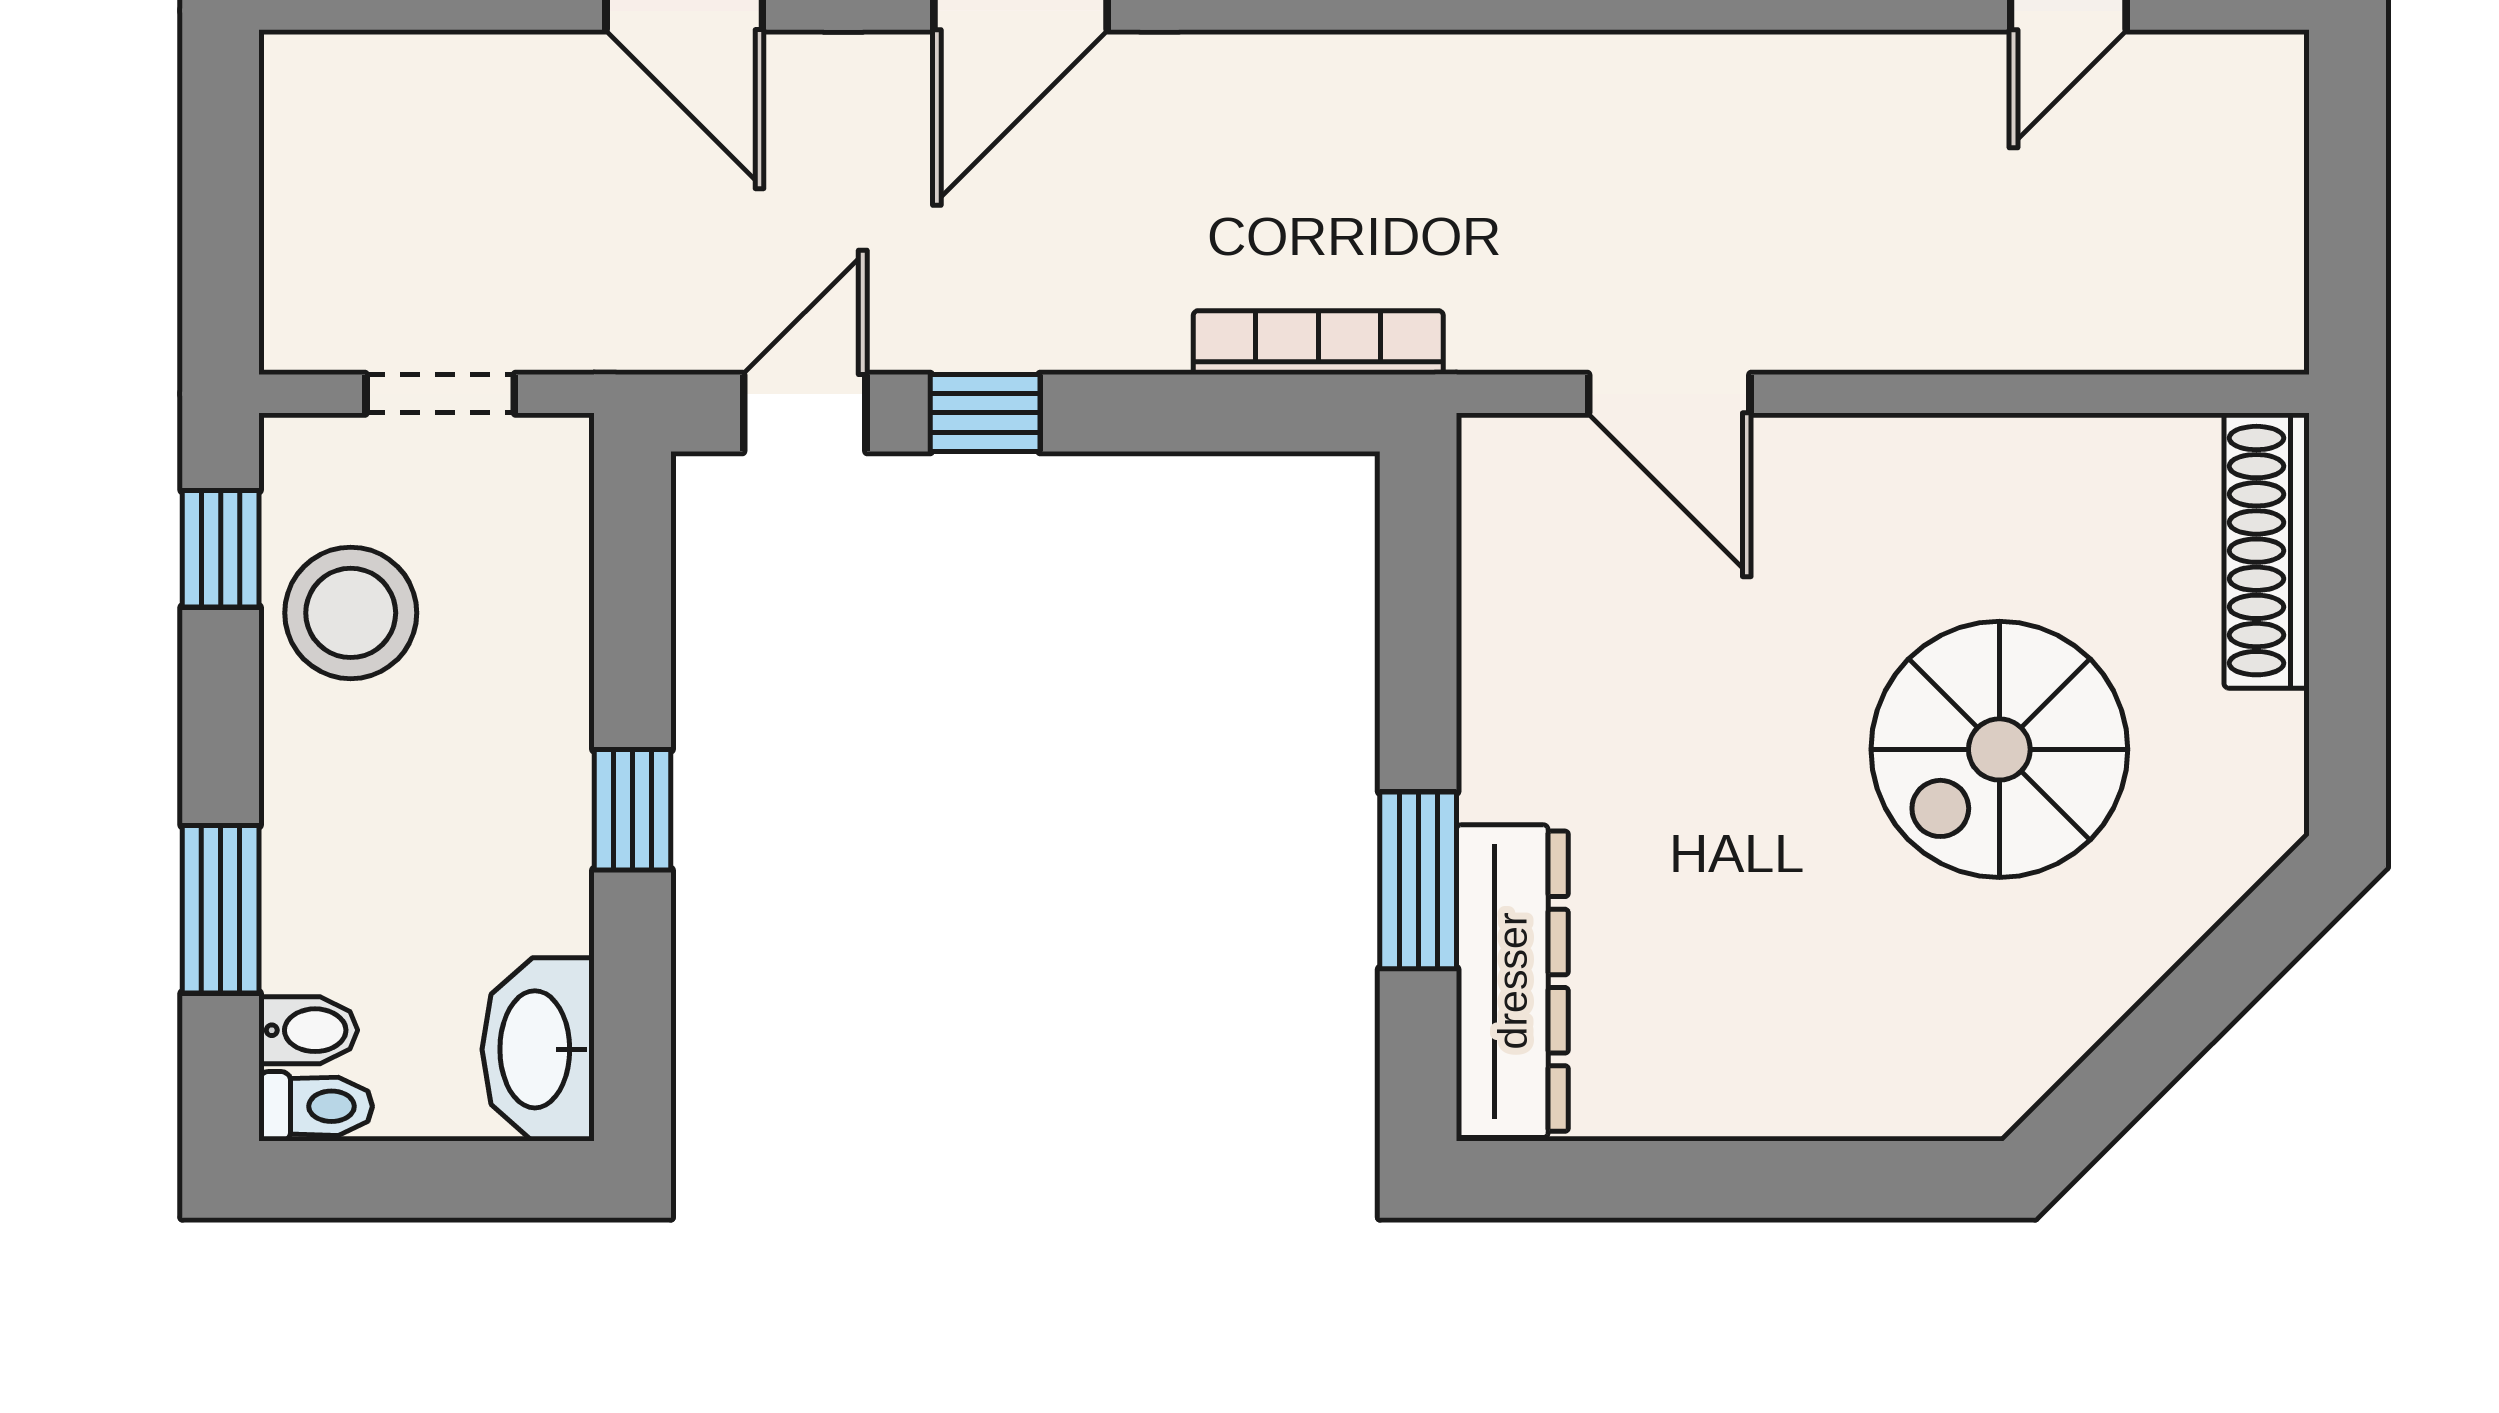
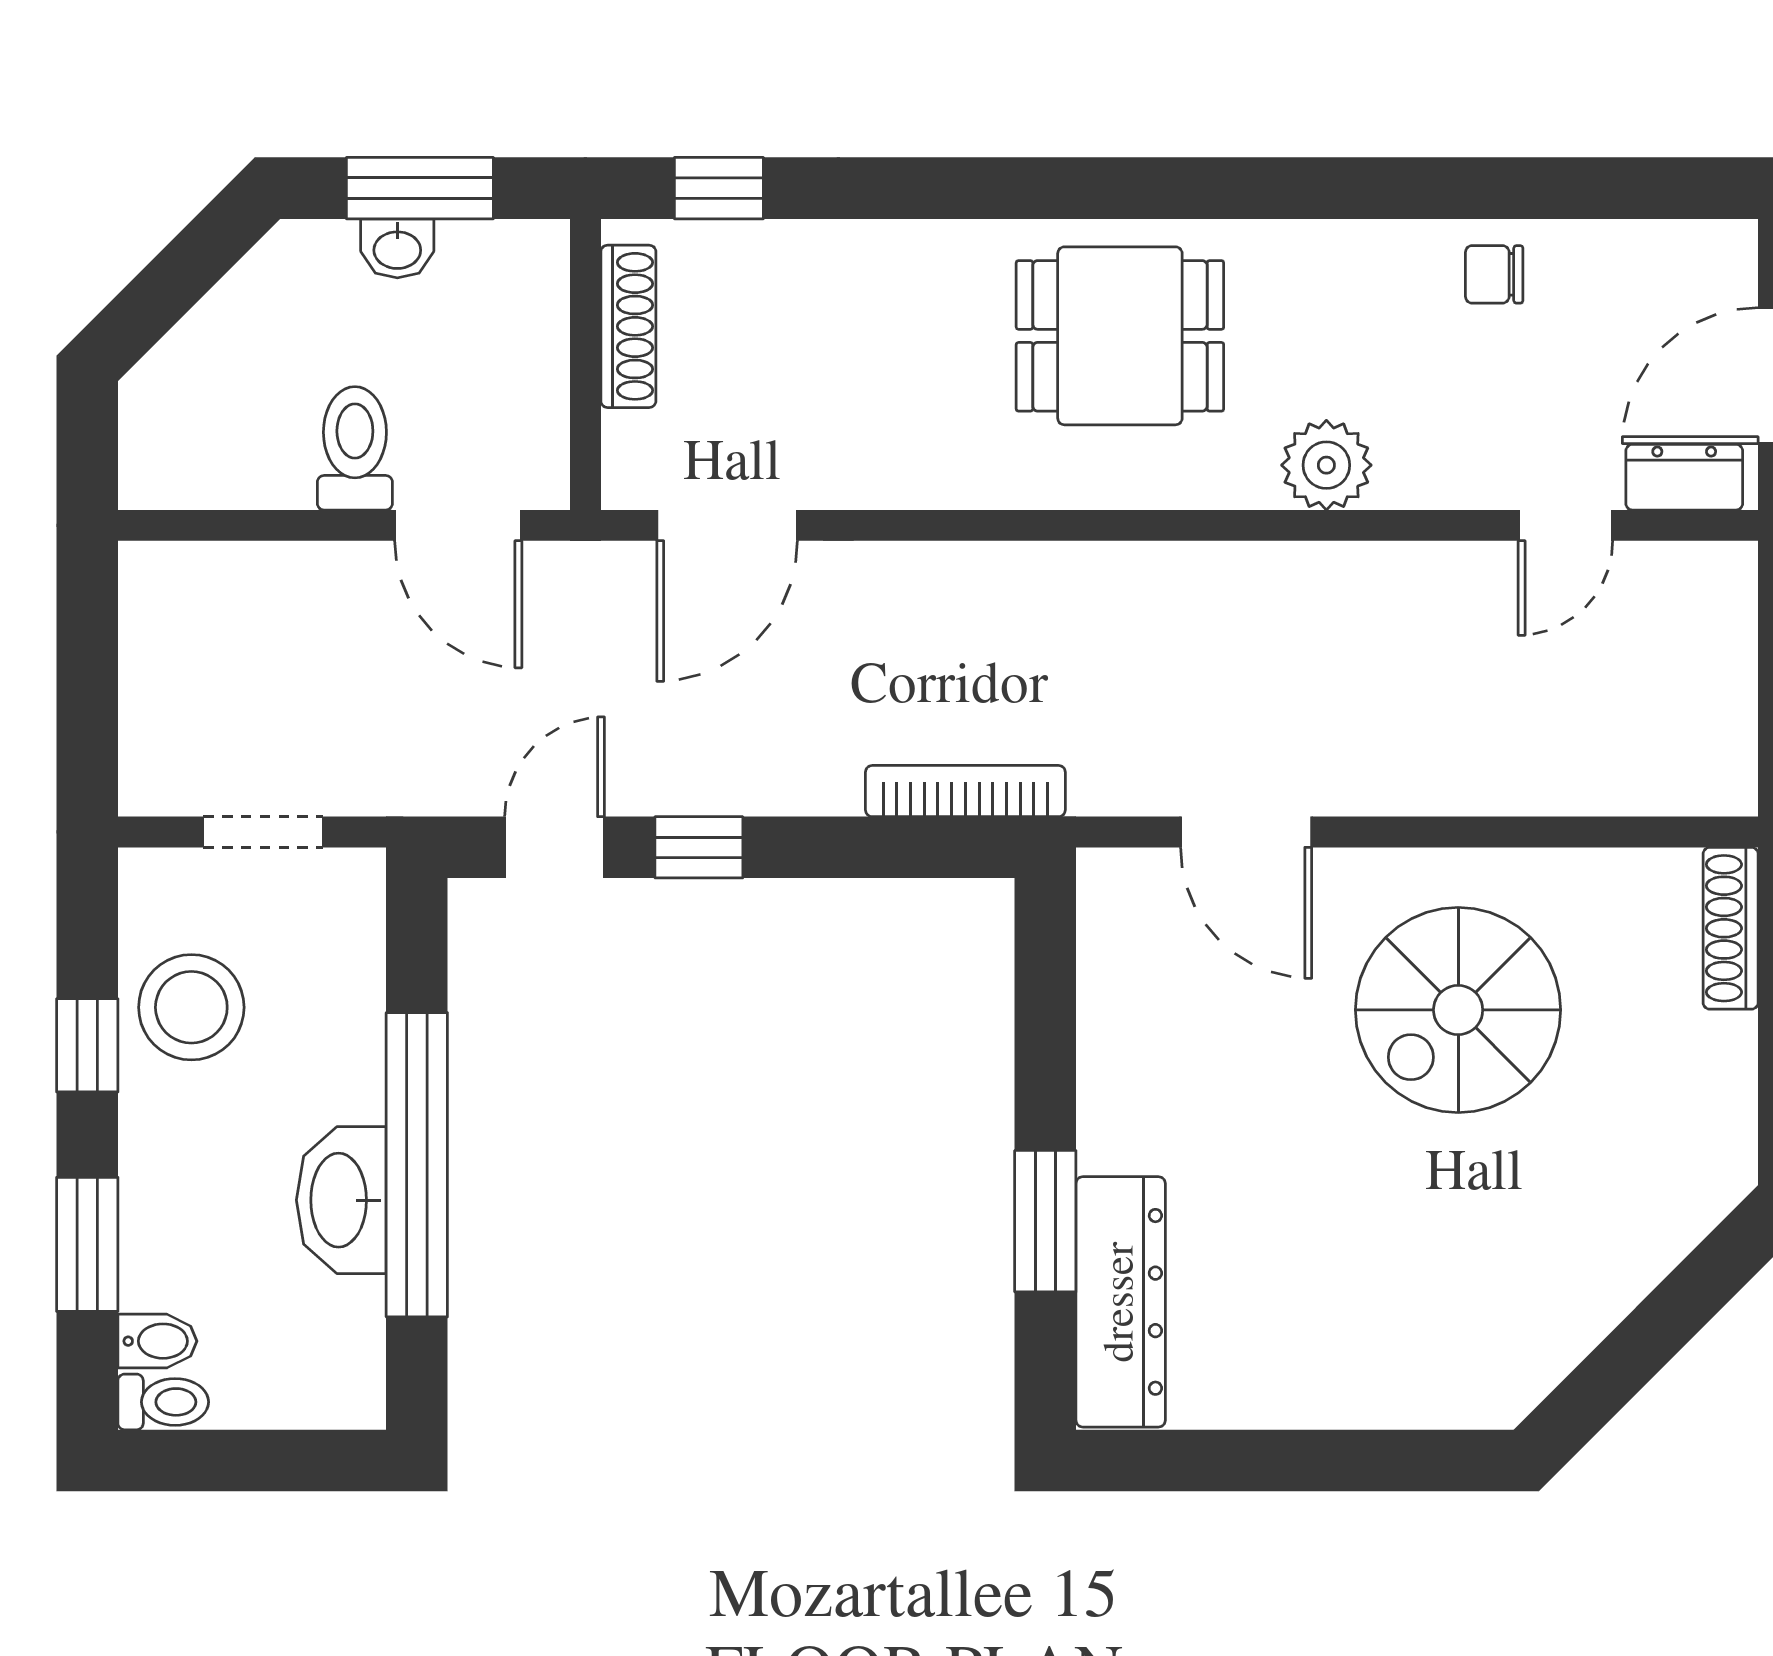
window: (221, 549) -> (87, 1045), moved
shoe rack: (2267, 551) -> (1731, 928), width x0.74, depth x0.81
spiral stairs: (1999, 749) -> (1458, 1010), moved
window: (633, 810) -> (417, 1165), width x3.17
washbasin: (538, 1049) -> (341, 1200), moved

